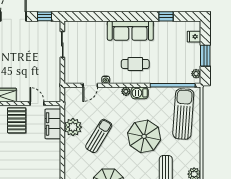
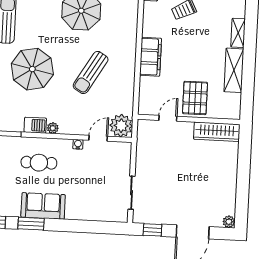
window: (139, 16) -> (31, 224), added
sofa: (130, 31) -> (43, 206), width x0.73
door: (37, 103) -> (168, 118), swing flipped
filing cabinet: (53, 124) -> (151, 57), moved
plant: (73, 127) -> (121, 126), moved

